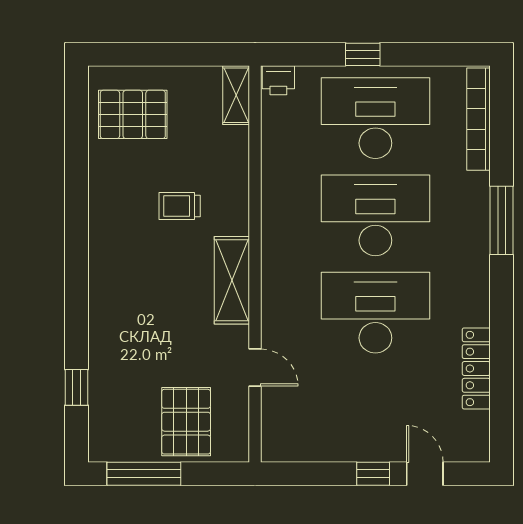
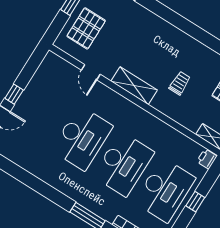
door: (255, 368) -> (91, 72), hinge flipped
locker: (476, 368) -> (31, 166), removed
pallet: (186, 422) -> (86, 28), turned 90

